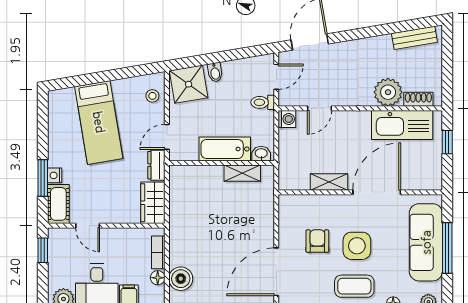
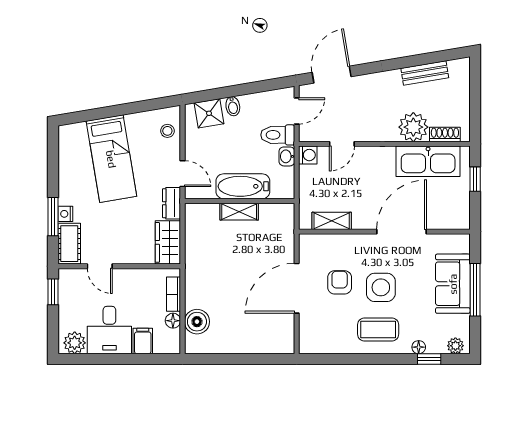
bench: (414, 38) -> (425, 73), moved
shower: (189, 84) -> (209, 113), width x0.73, depth x0.73
toilet: (263, 102) -> (278, 135), width x1.37, depth x1.39
door: (167, 137) -> (183, 174), swing flipped
washbasin: (261, 154) -> (287, 156), moved, turned -90
shelving: (242, 173) -> (239, 212), moved
shelving: (329, 182) -> (332, 221), moved
sofa: (426, 242) -> (453, 284), width x0.73
door: (276, 272) -> (297, 288), moved

